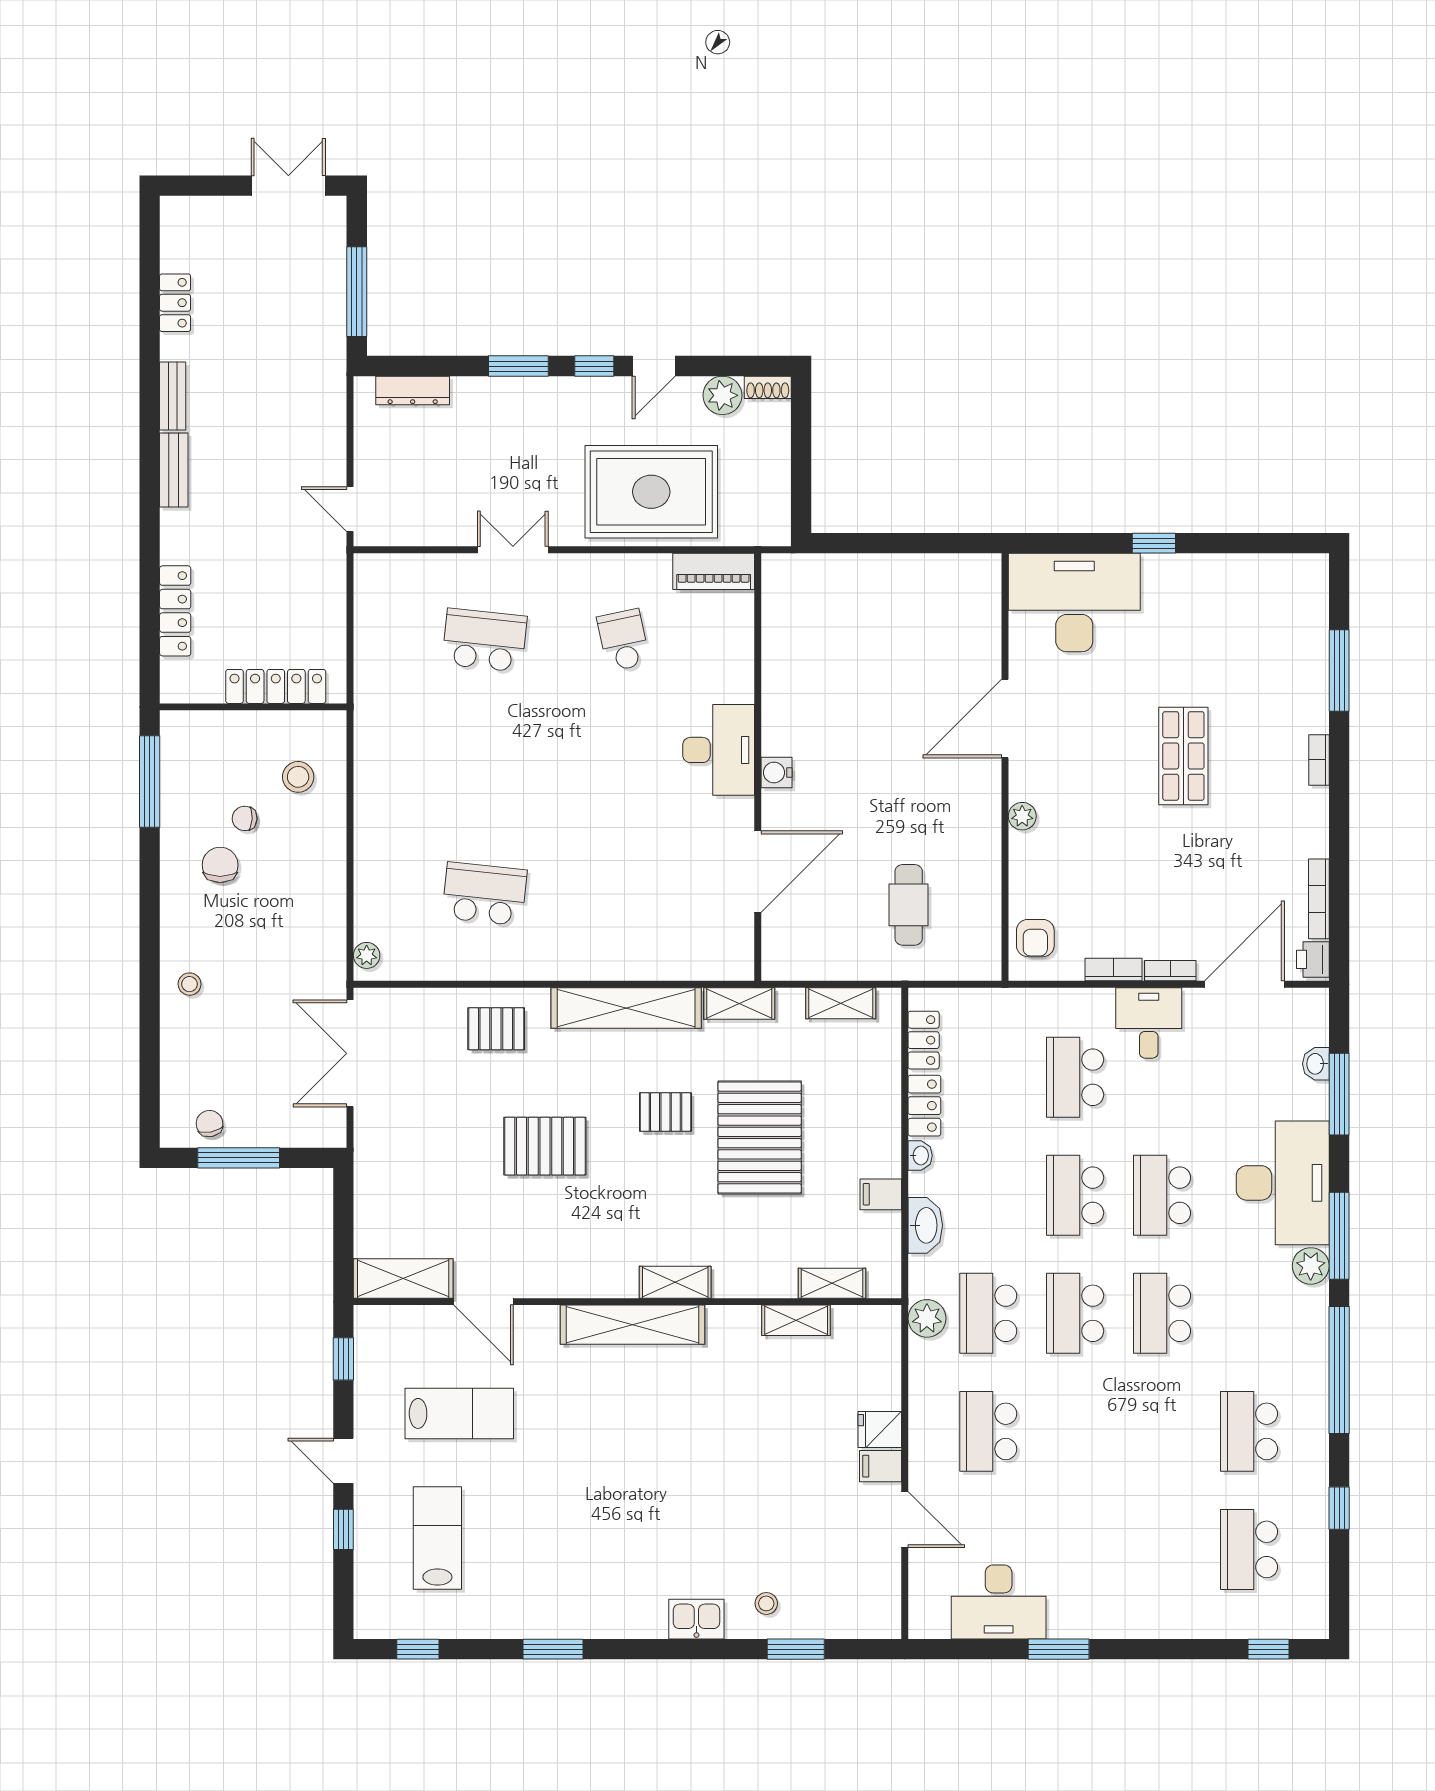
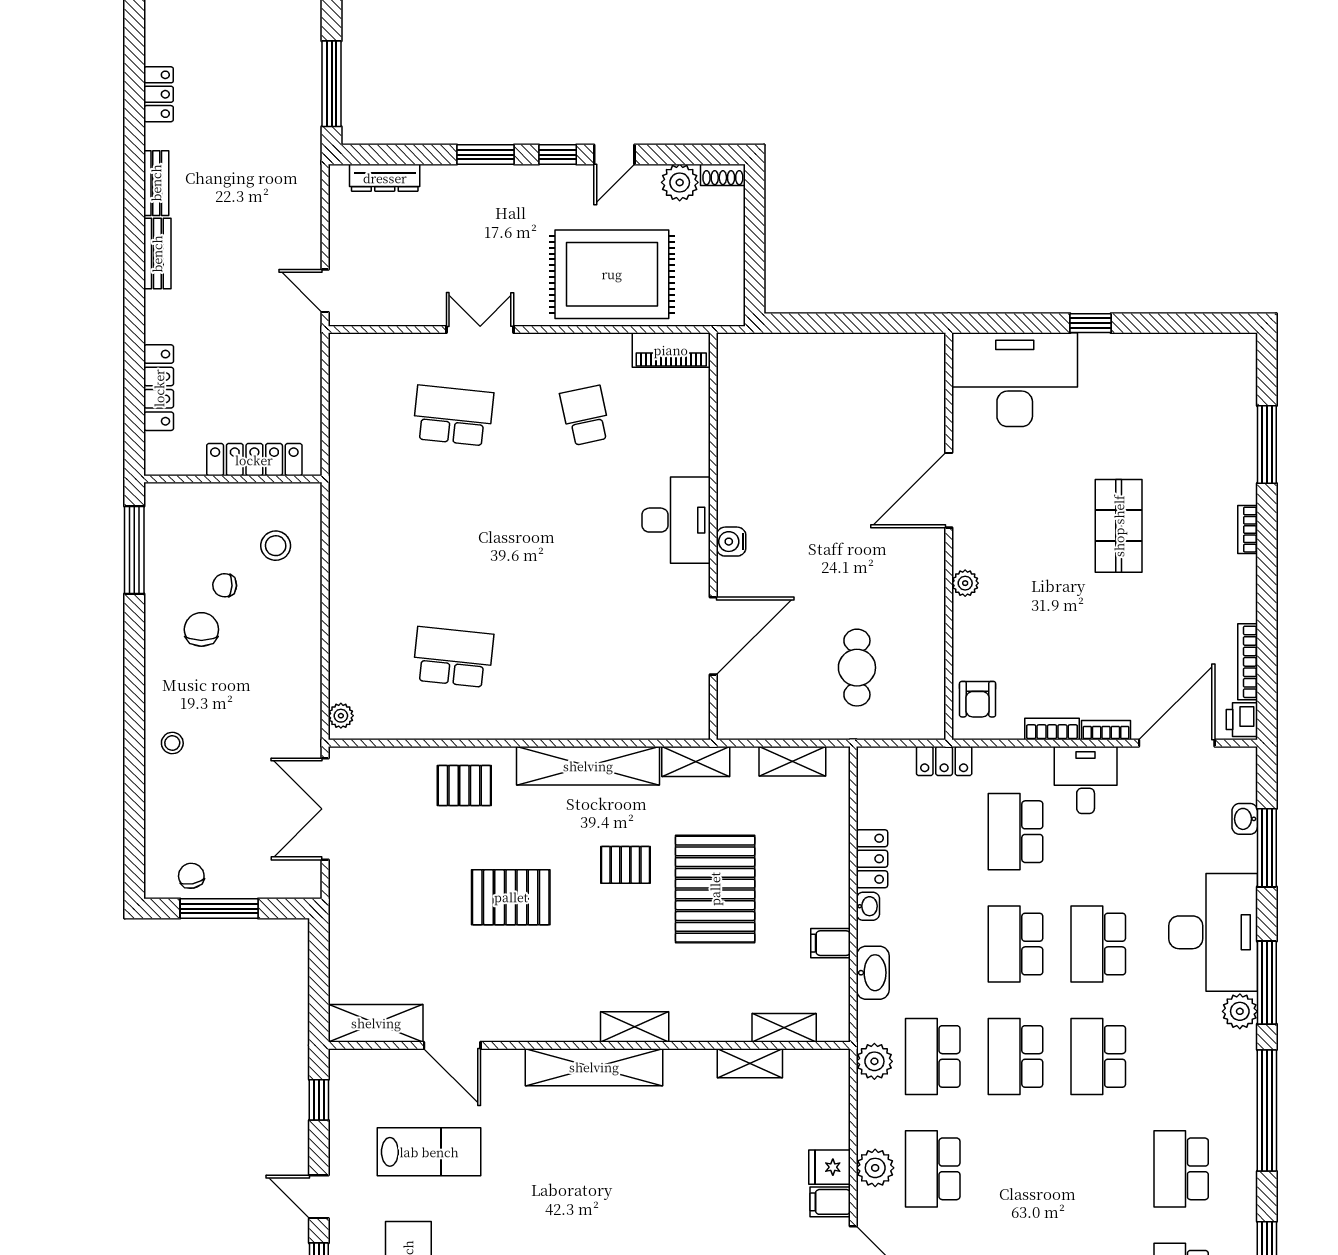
locker: (924, 1040) -> (944, 761), moved, turned 90
plant: (928, 1430) -> (875, 1168), added

